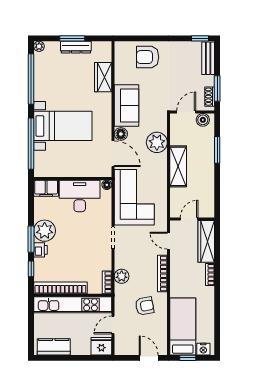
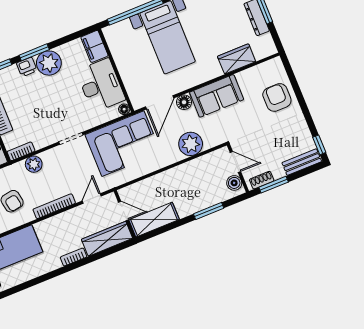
shelving: (178, 166) -> (154, 220), moved

